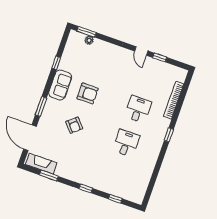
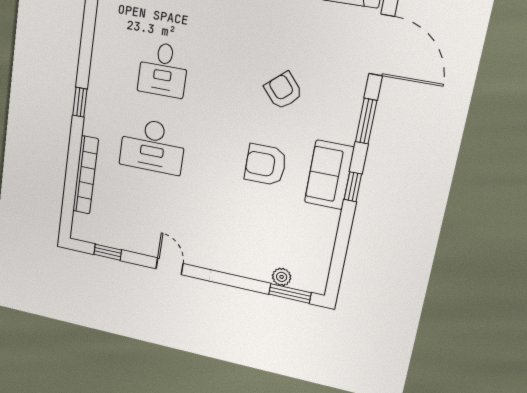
window: (160, 57) -> (108, 252), moved
window: (56, 63) -> (353, 187), moved
desk: (138, 109) -> (153, 146), width x1.37

